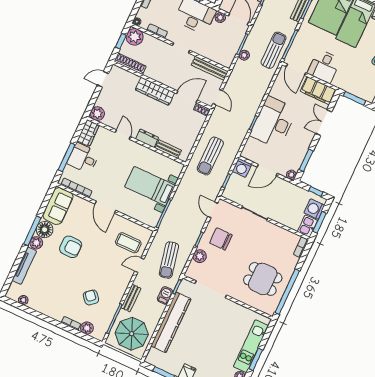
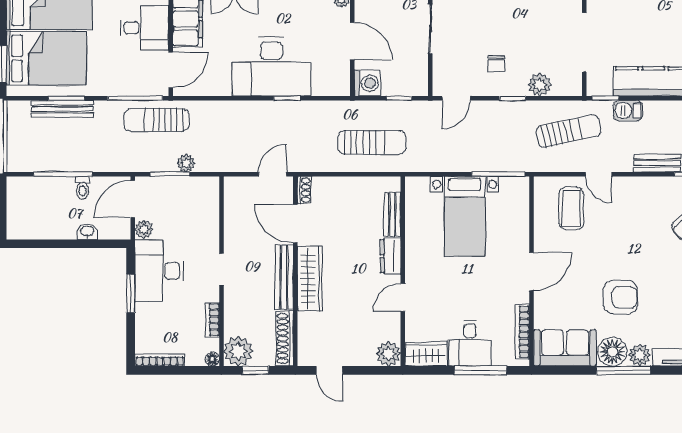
bench: (210, 68) -> (284, 277), moved
chair: (221, 239) -> (496, 64), width x0.54, depth x0.54
armchair: (71, 247) -> (620, 297), turned 90

